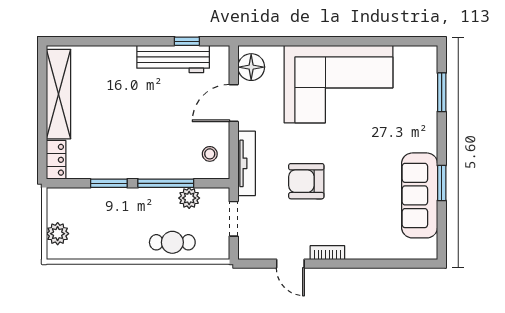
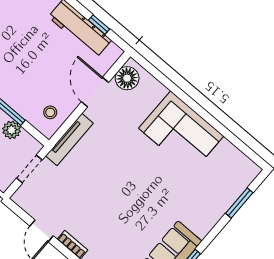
corner sofa: (338, 84) -> (181, 132), width x0.73, depth x0.74
door: (234, 103) -> (95, 92), hinge flipped
armchair: (306, 181) -> (99, 185), removed

